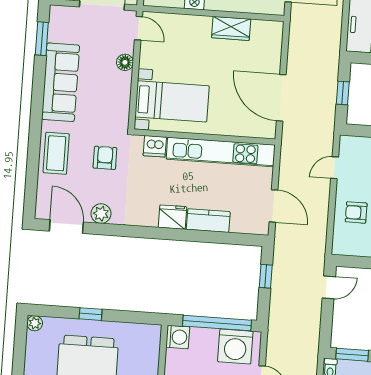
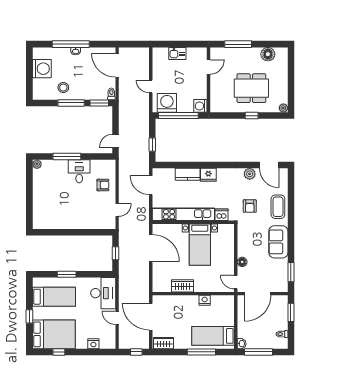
sofa: (61, 82) -> (278, 242), width x0.73
bed with nightstands: (172, 101) -> (200, 245), moved, turned -90

